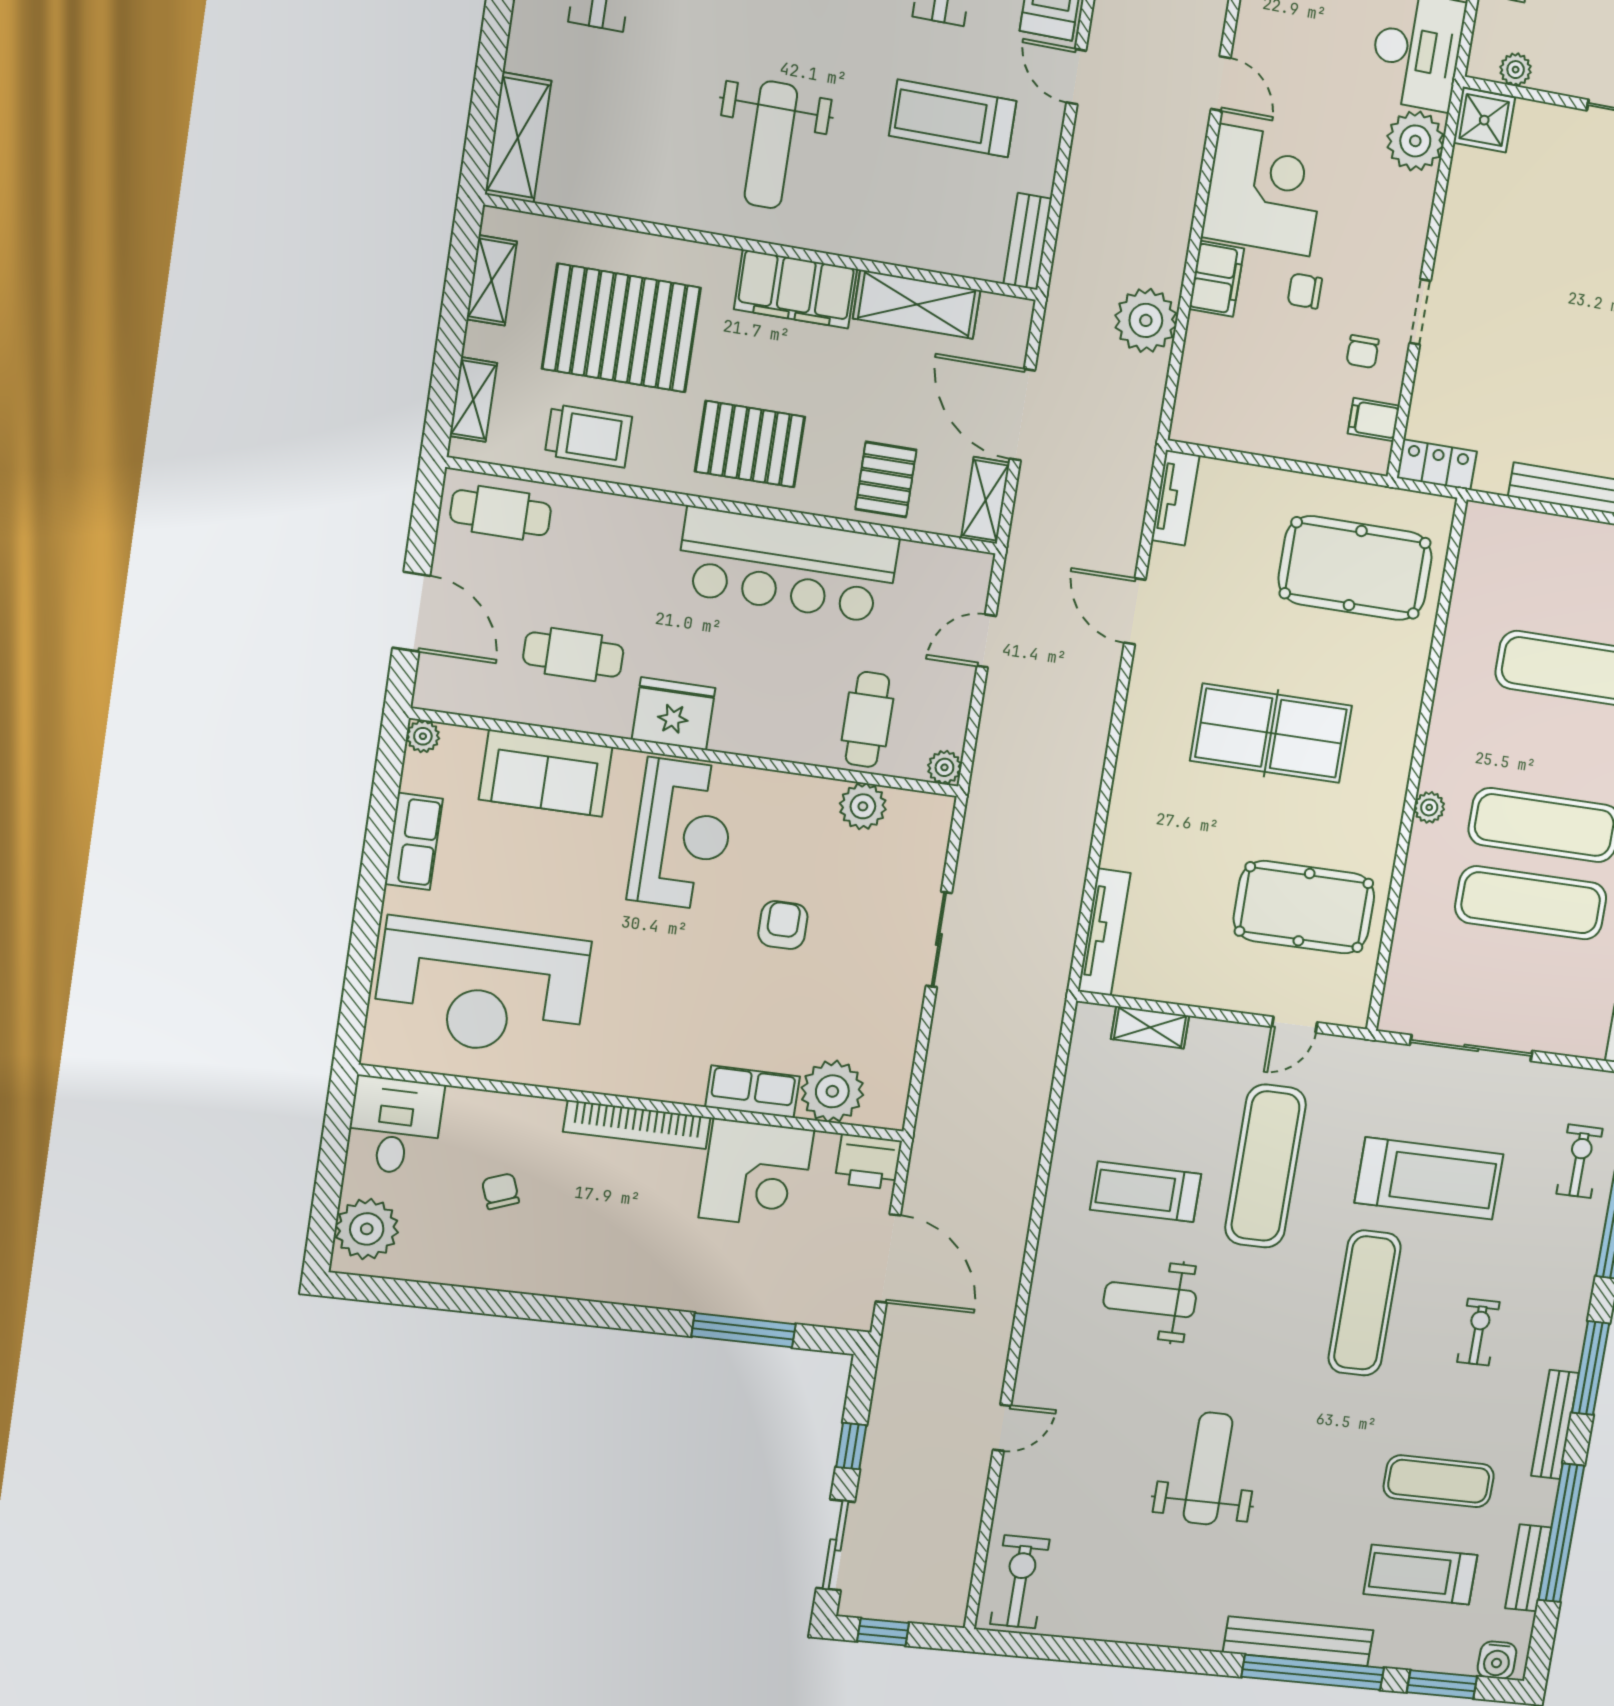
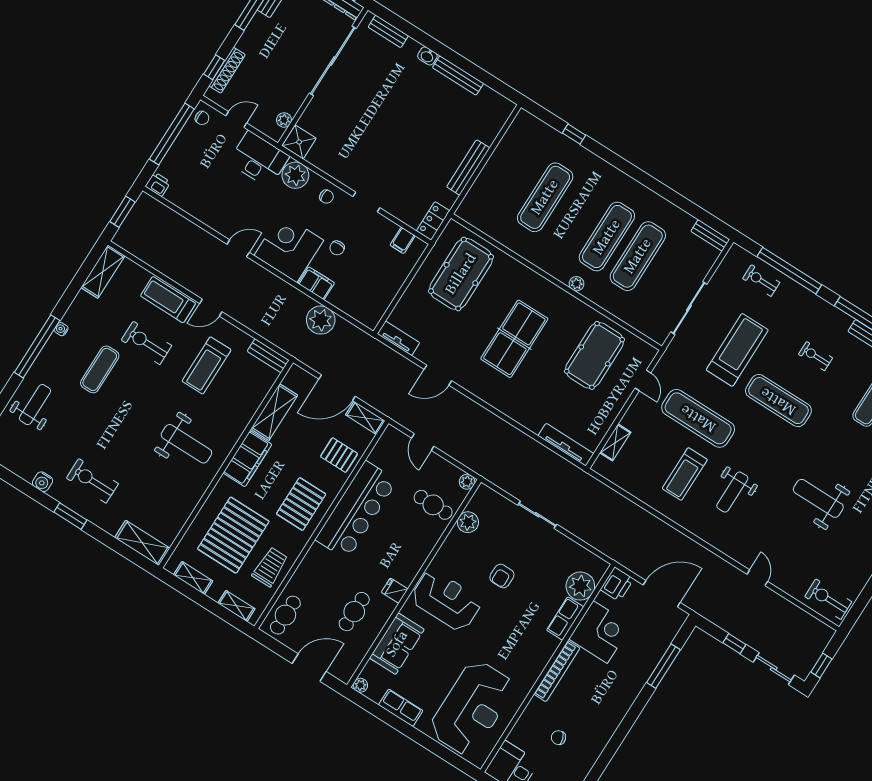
chair: (1363, 352) -> (326, 197), moved
fridge: (674, 714) -> (395, 591), width x0.53, depth x0.75
armchair: (783, 925) -> (502, 576), turned -90

